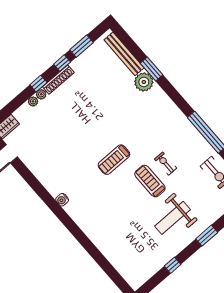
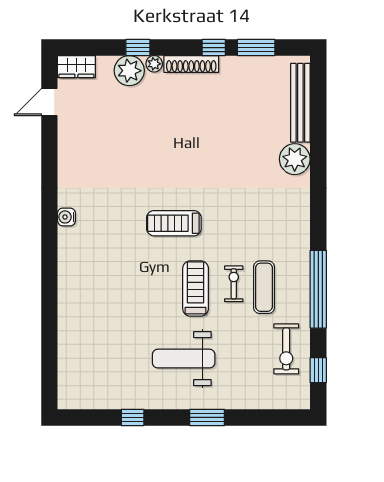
window: (152, 69) -> (318, 151), removed
window: (38, 84) -> (138, 48), moved
plant: (33, 101) -> (129, 71), width x1.88, depth x1.88
exercise mat: (181, 153) -> (264, 287), added

